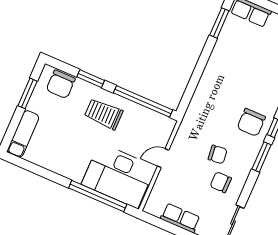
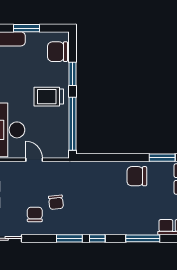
window: (27, 93) -> (27, 28), moved
trolley: (104, 114) -> (49, 97), turned -90
chair: (251, 122) -> (137, 176), moved

